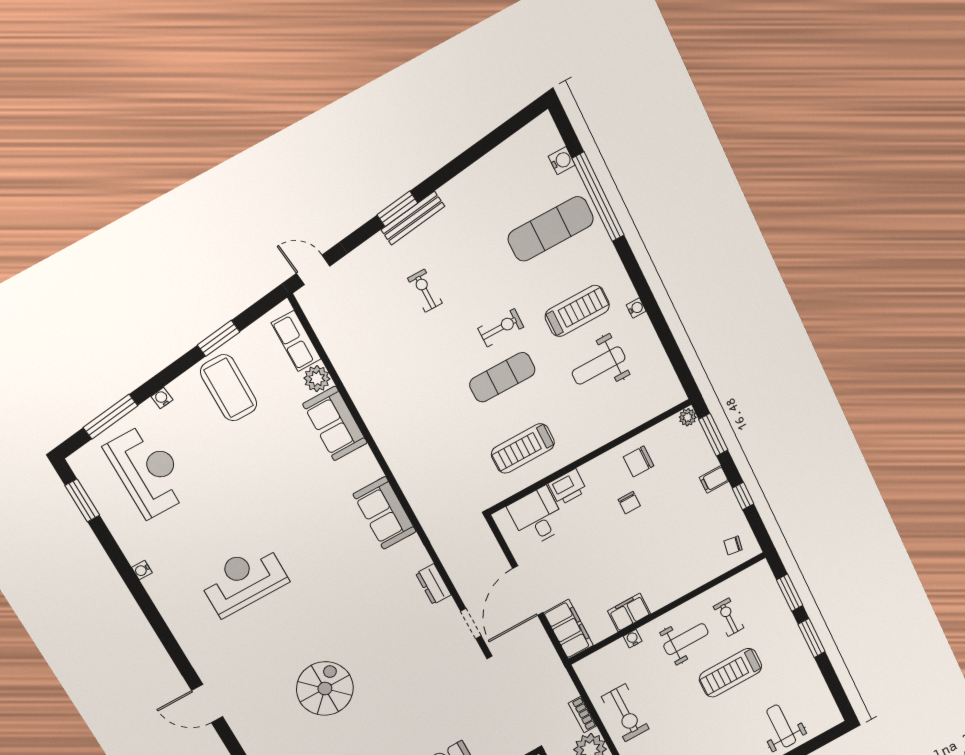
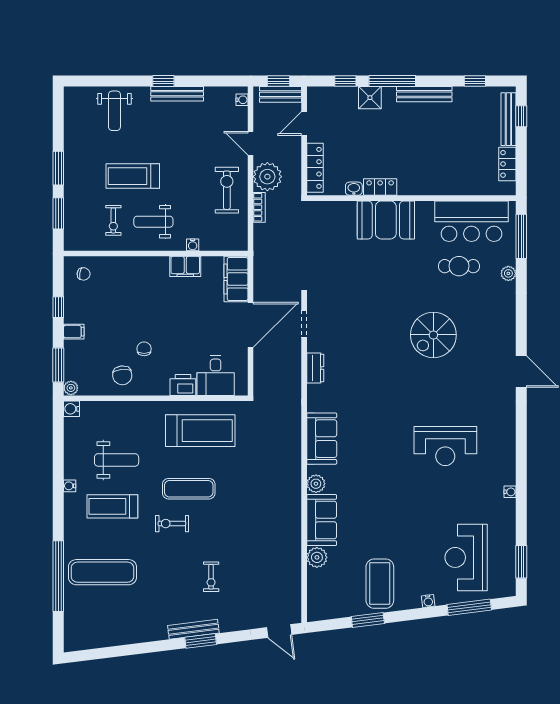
water cooler: (562, 161) -> (72, 409), moved
row of seats: (296, 341) -> (317, 590), removed
treadmill: (523, 448) -> (200, 431), width x1.37, depth x1.38
plant: (364, 460) -> (316, 484), added
chair: (639, 461) -> (122, 375), turned 84
treadmill: (730, 673) -> (133, 176), turned 180

